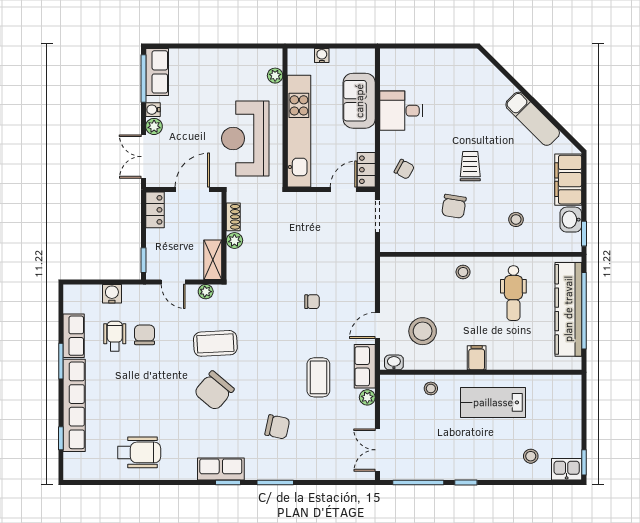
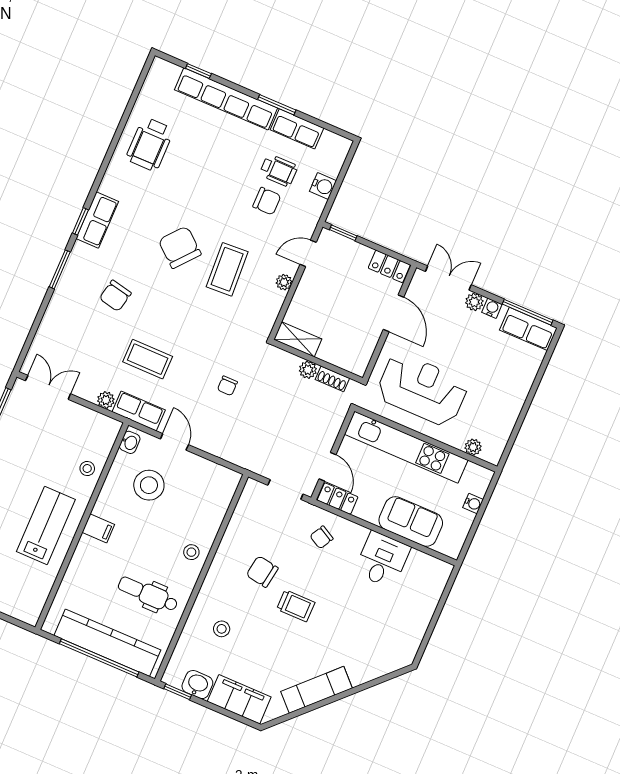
shoe rack: (233, 217) -> (332, 379), moved
wall: (224, 236) -> (317, 361), moved
plant: (234, 240) -> (308, 370), moved
shelving: (213, 260) -> (298, 339), moved

